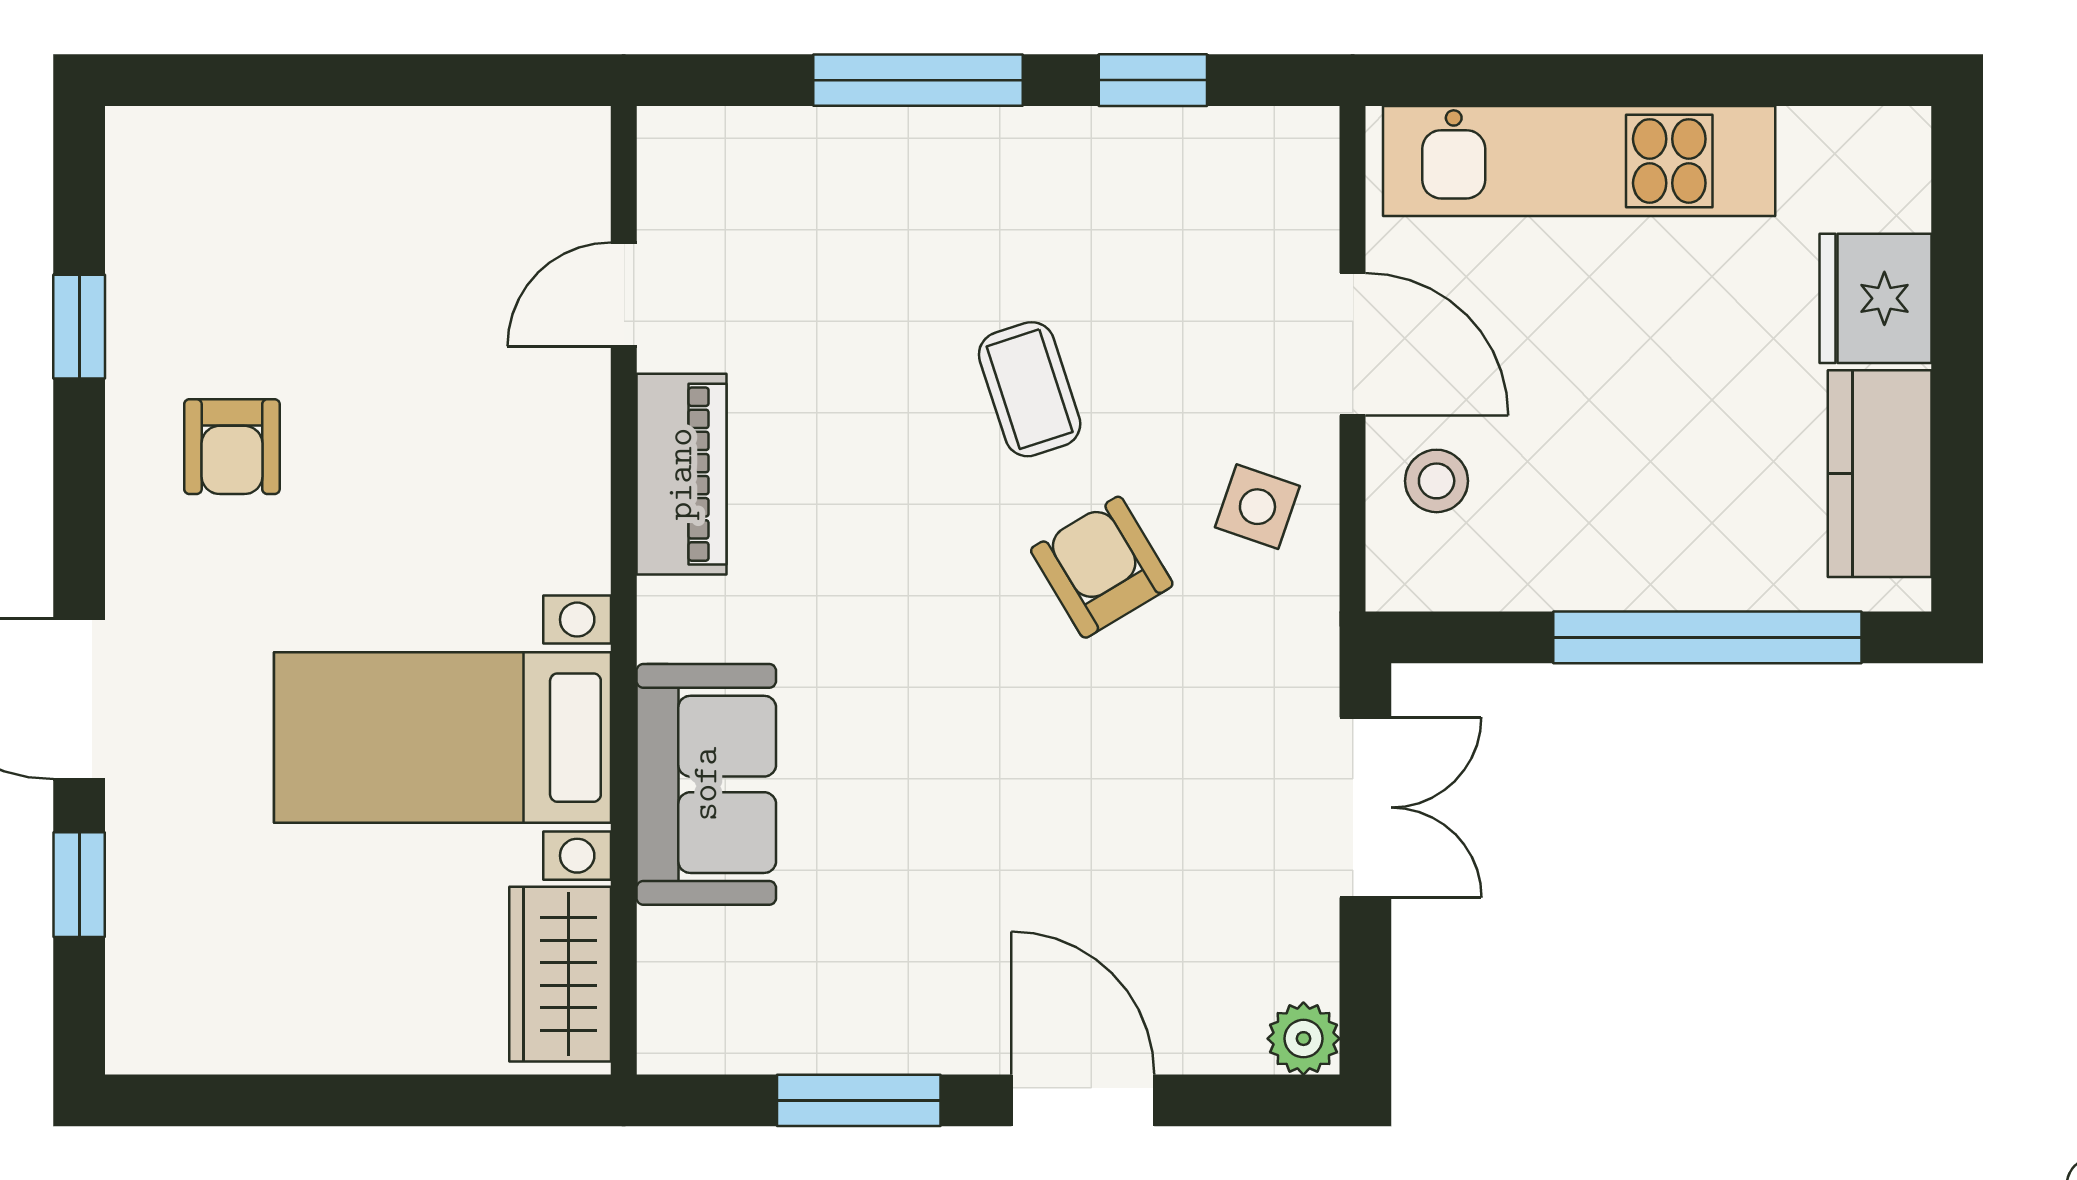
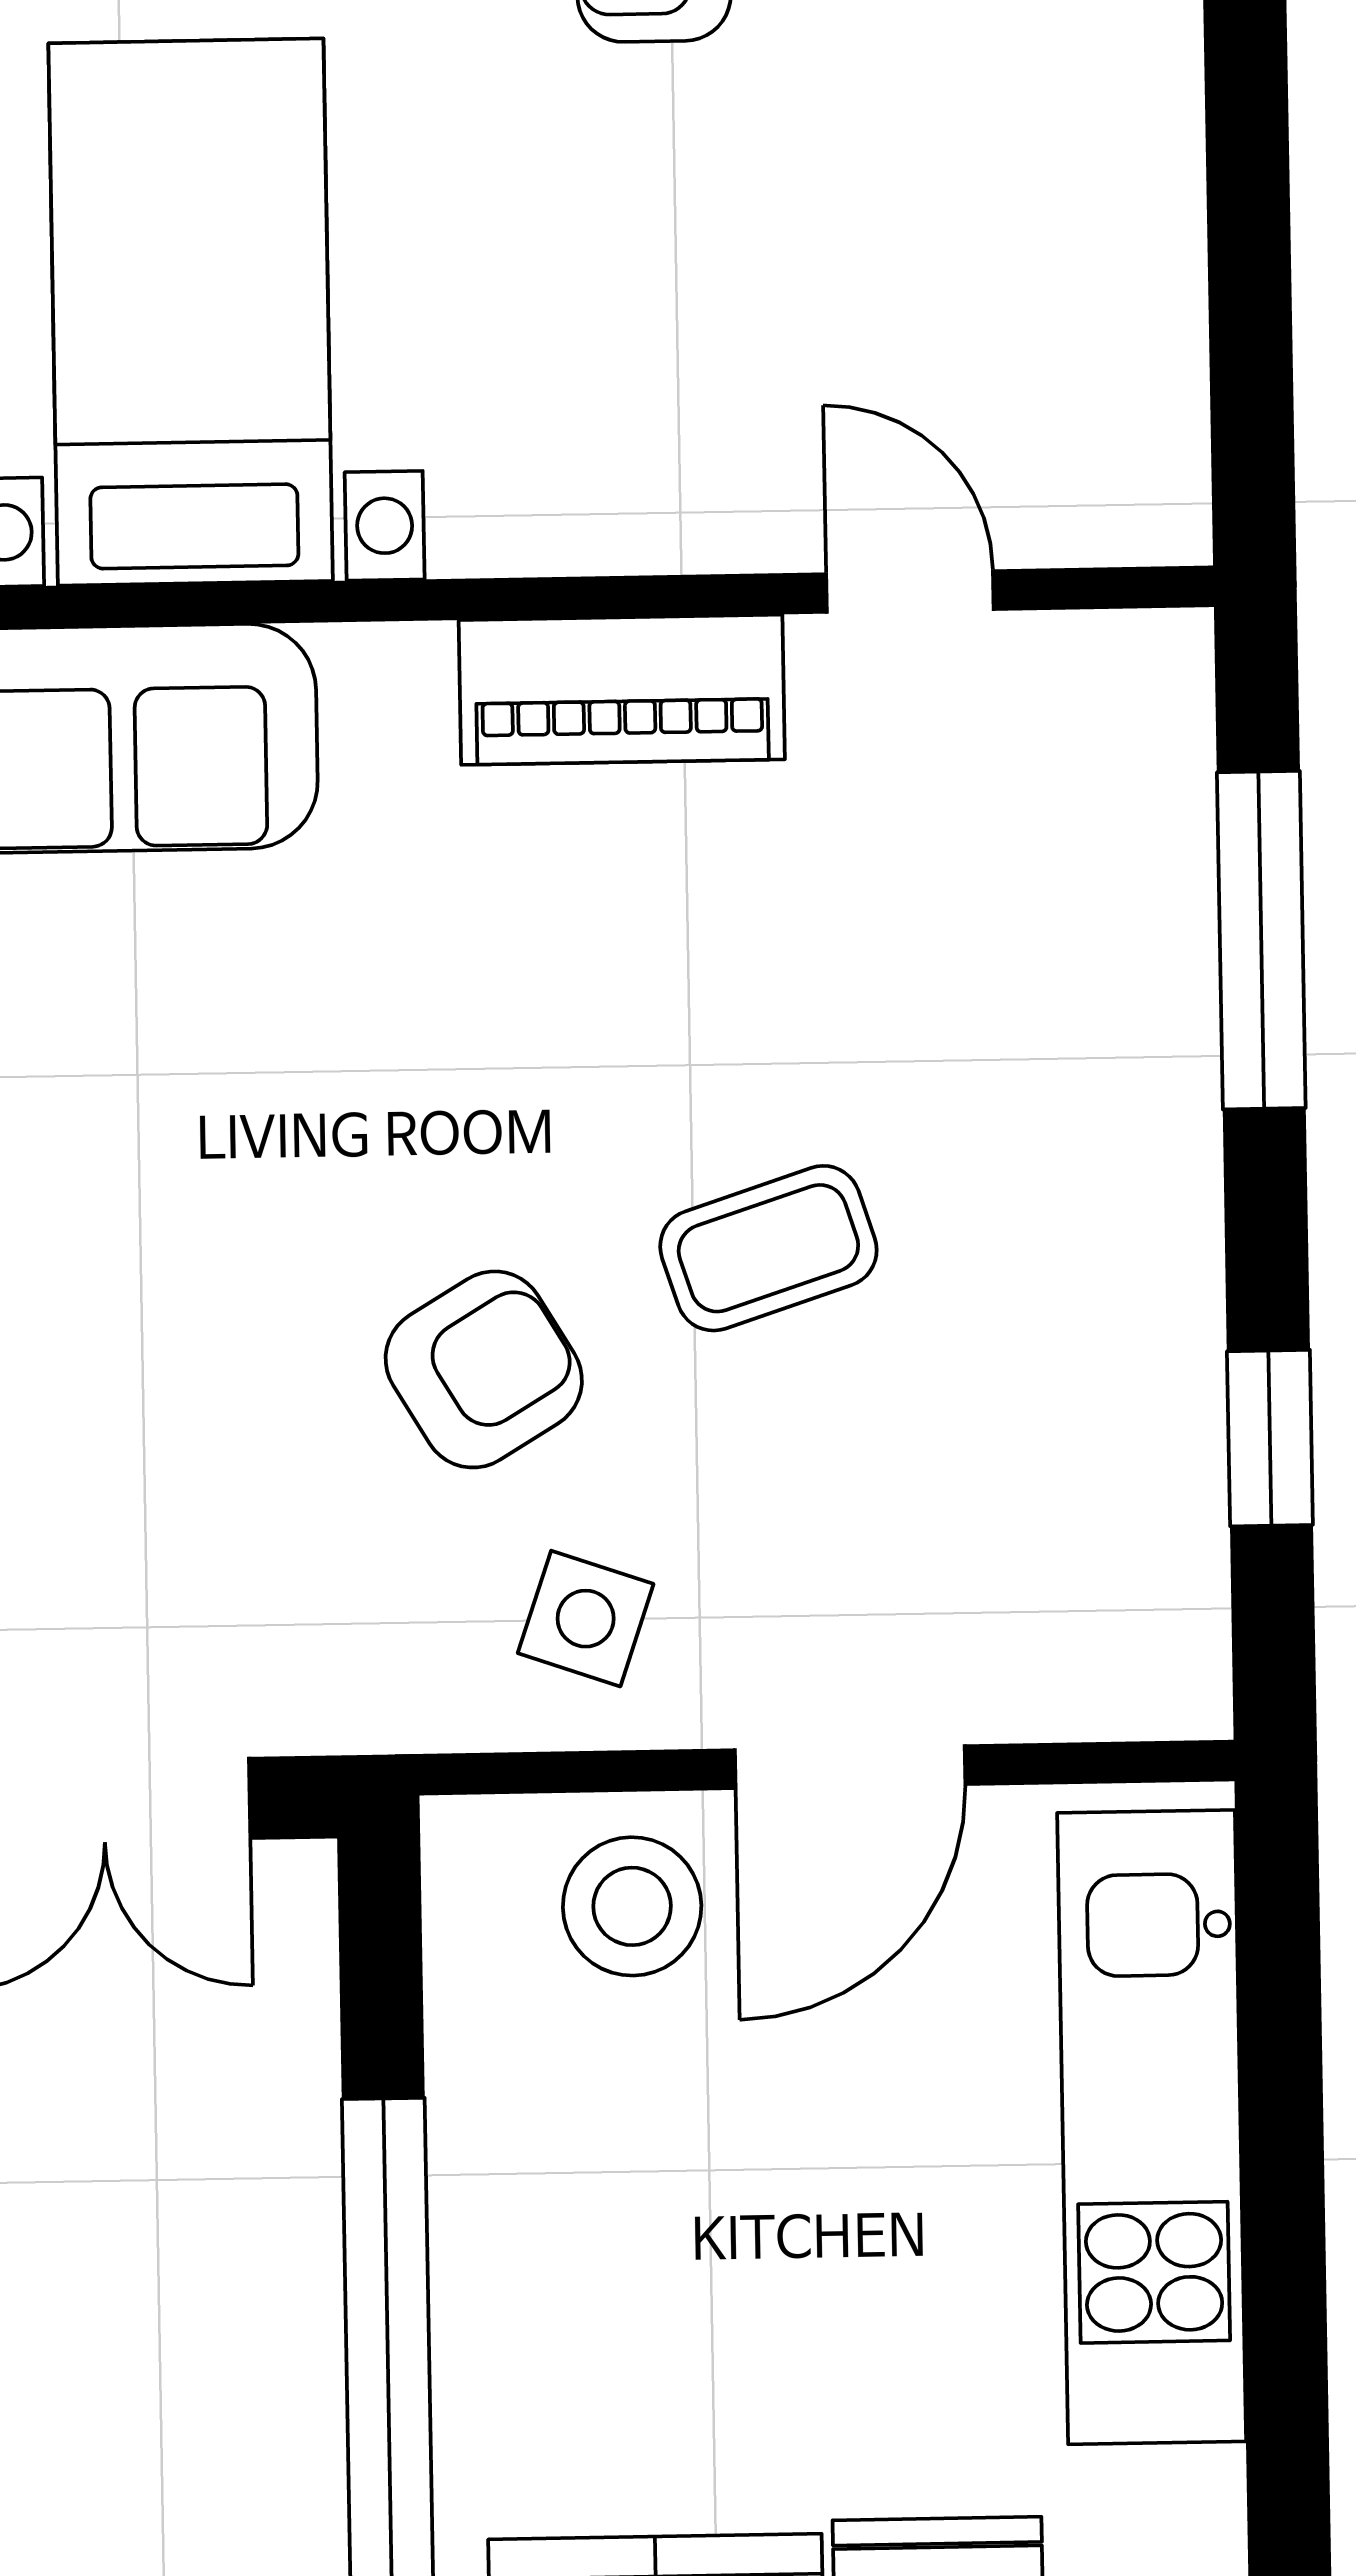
window: (918, 80) -> (1261, 940), moved
stool: (1437, 481) -> (632, 1906), width x1.37, depth x1.37

